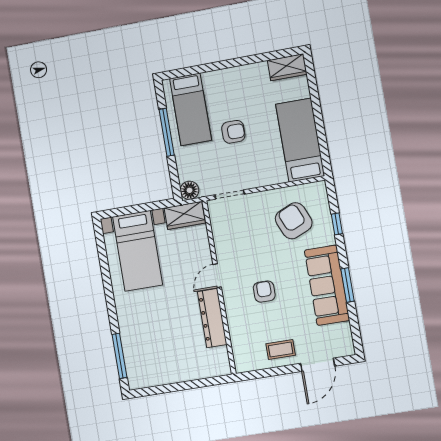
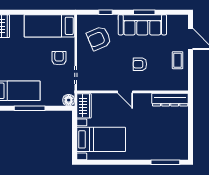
armchair: (233, 132) -> (59, 58), moved
dresser: (212, 318) -> (170, 100), moved

